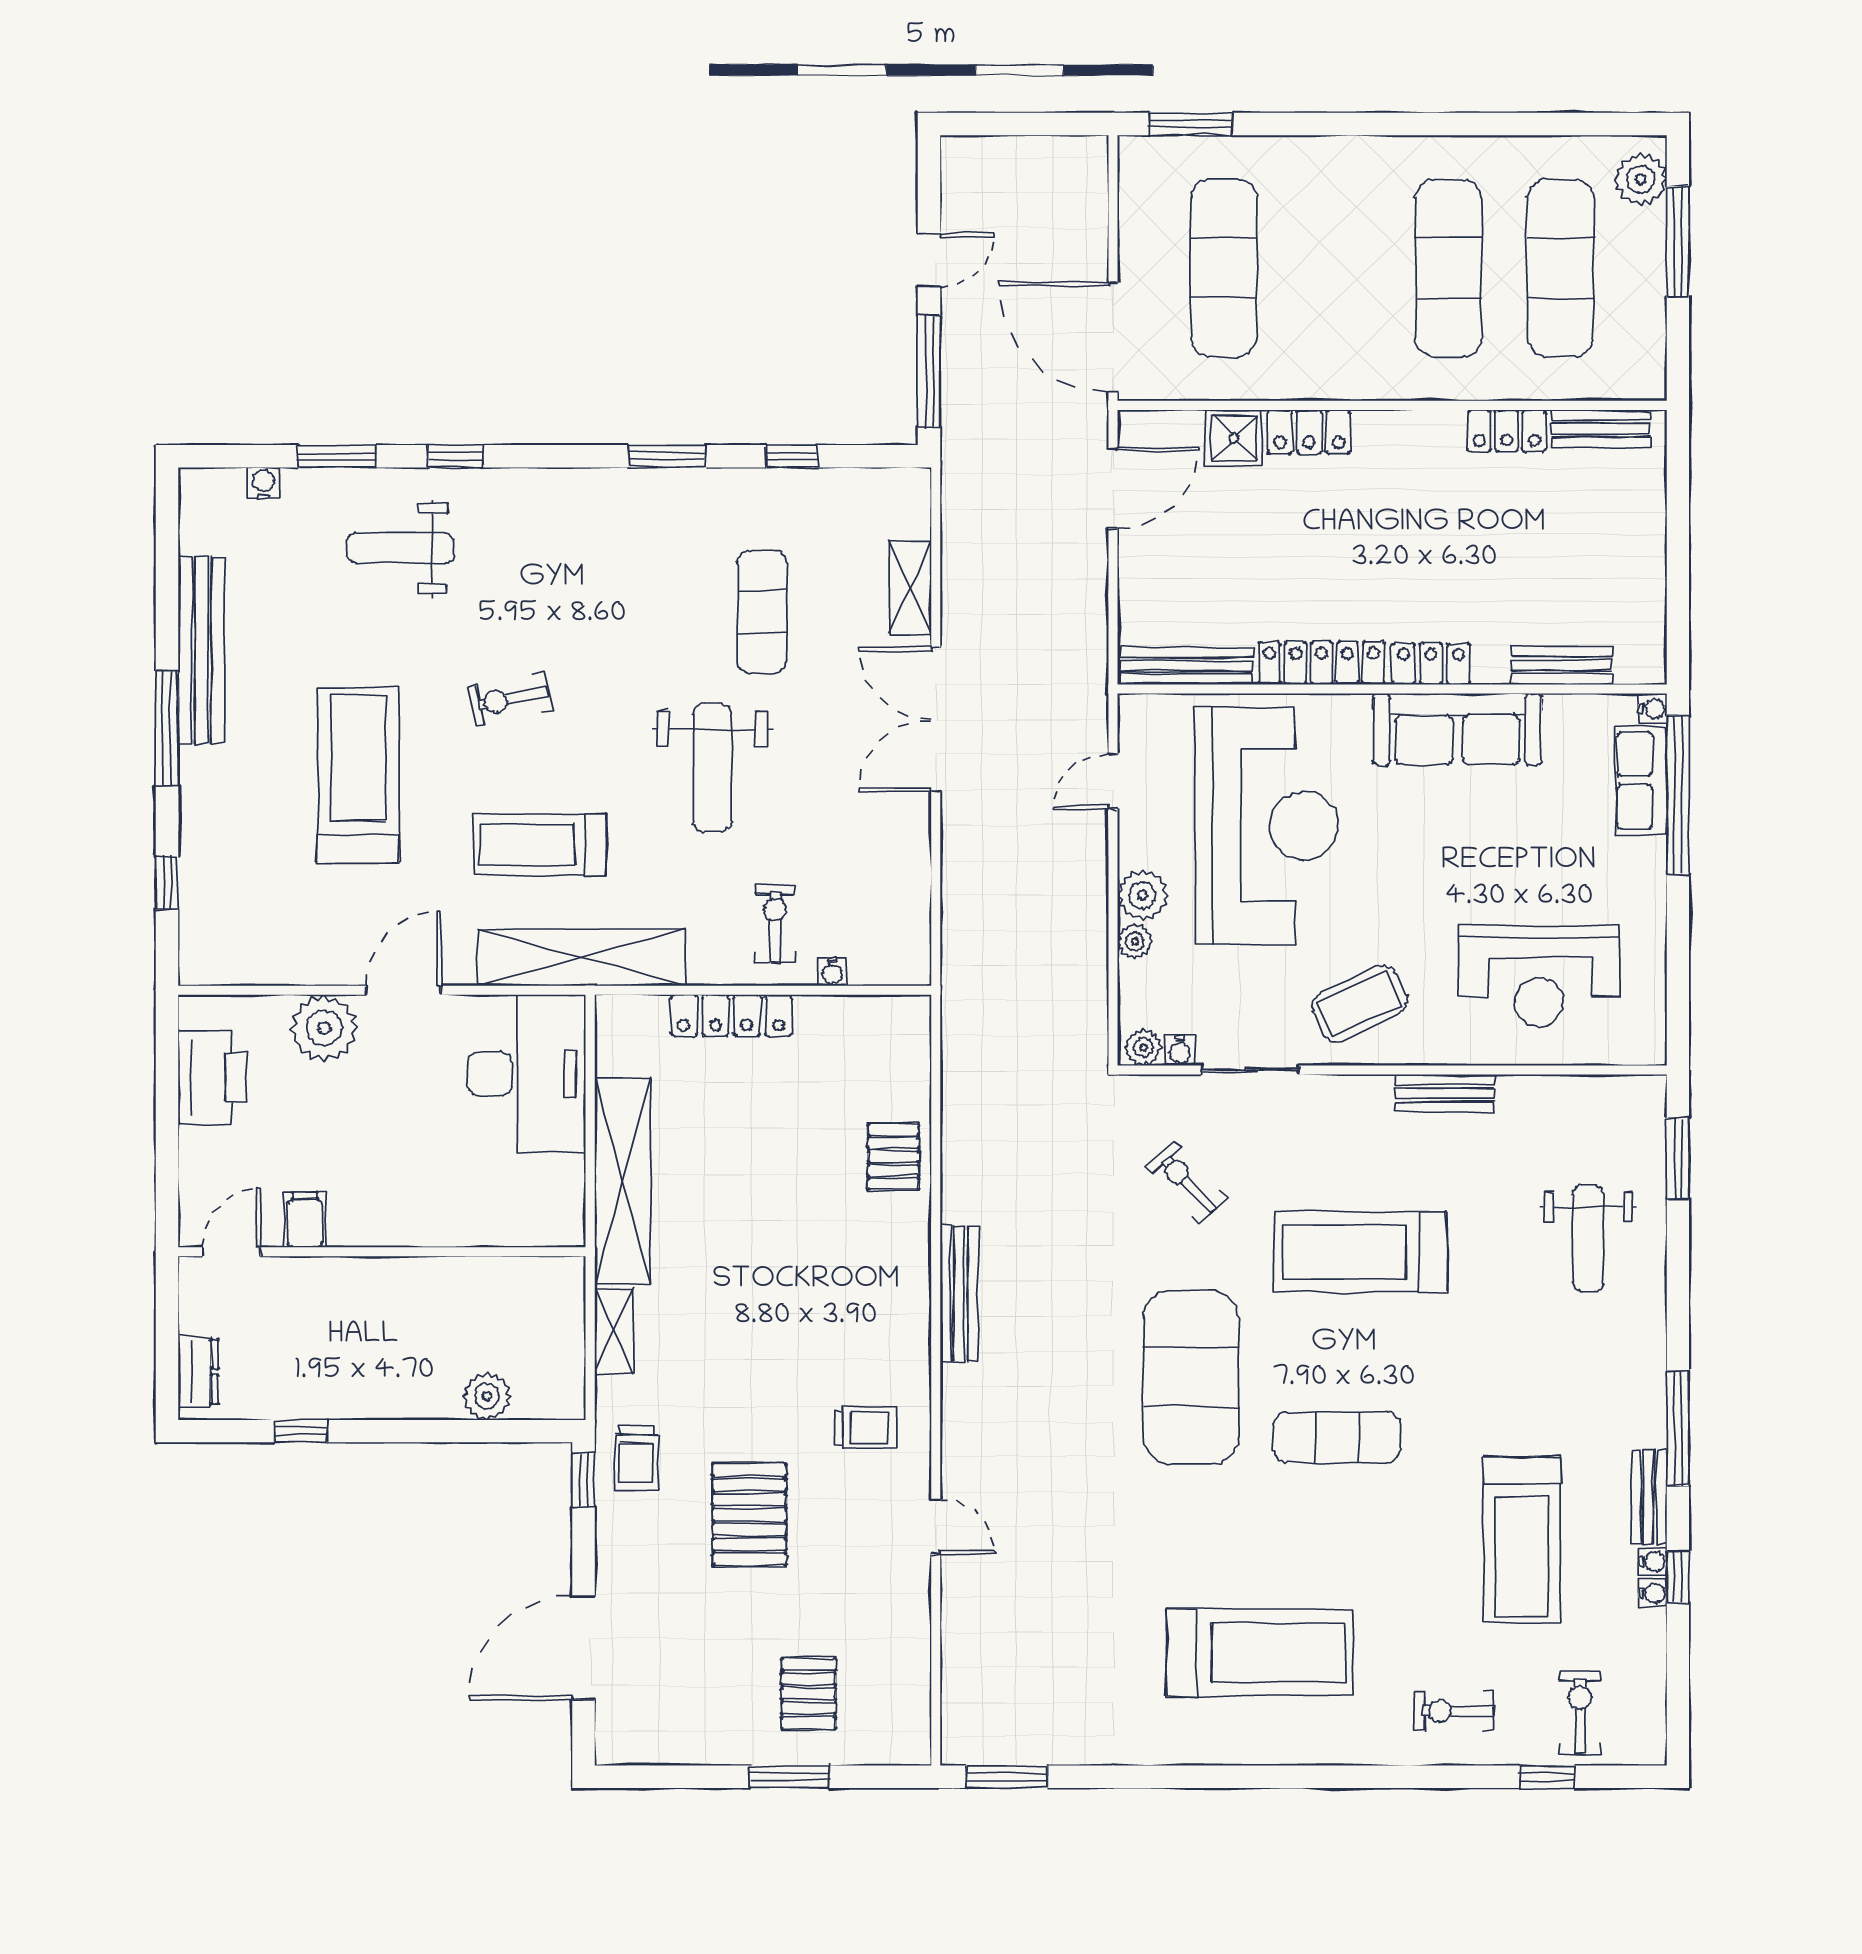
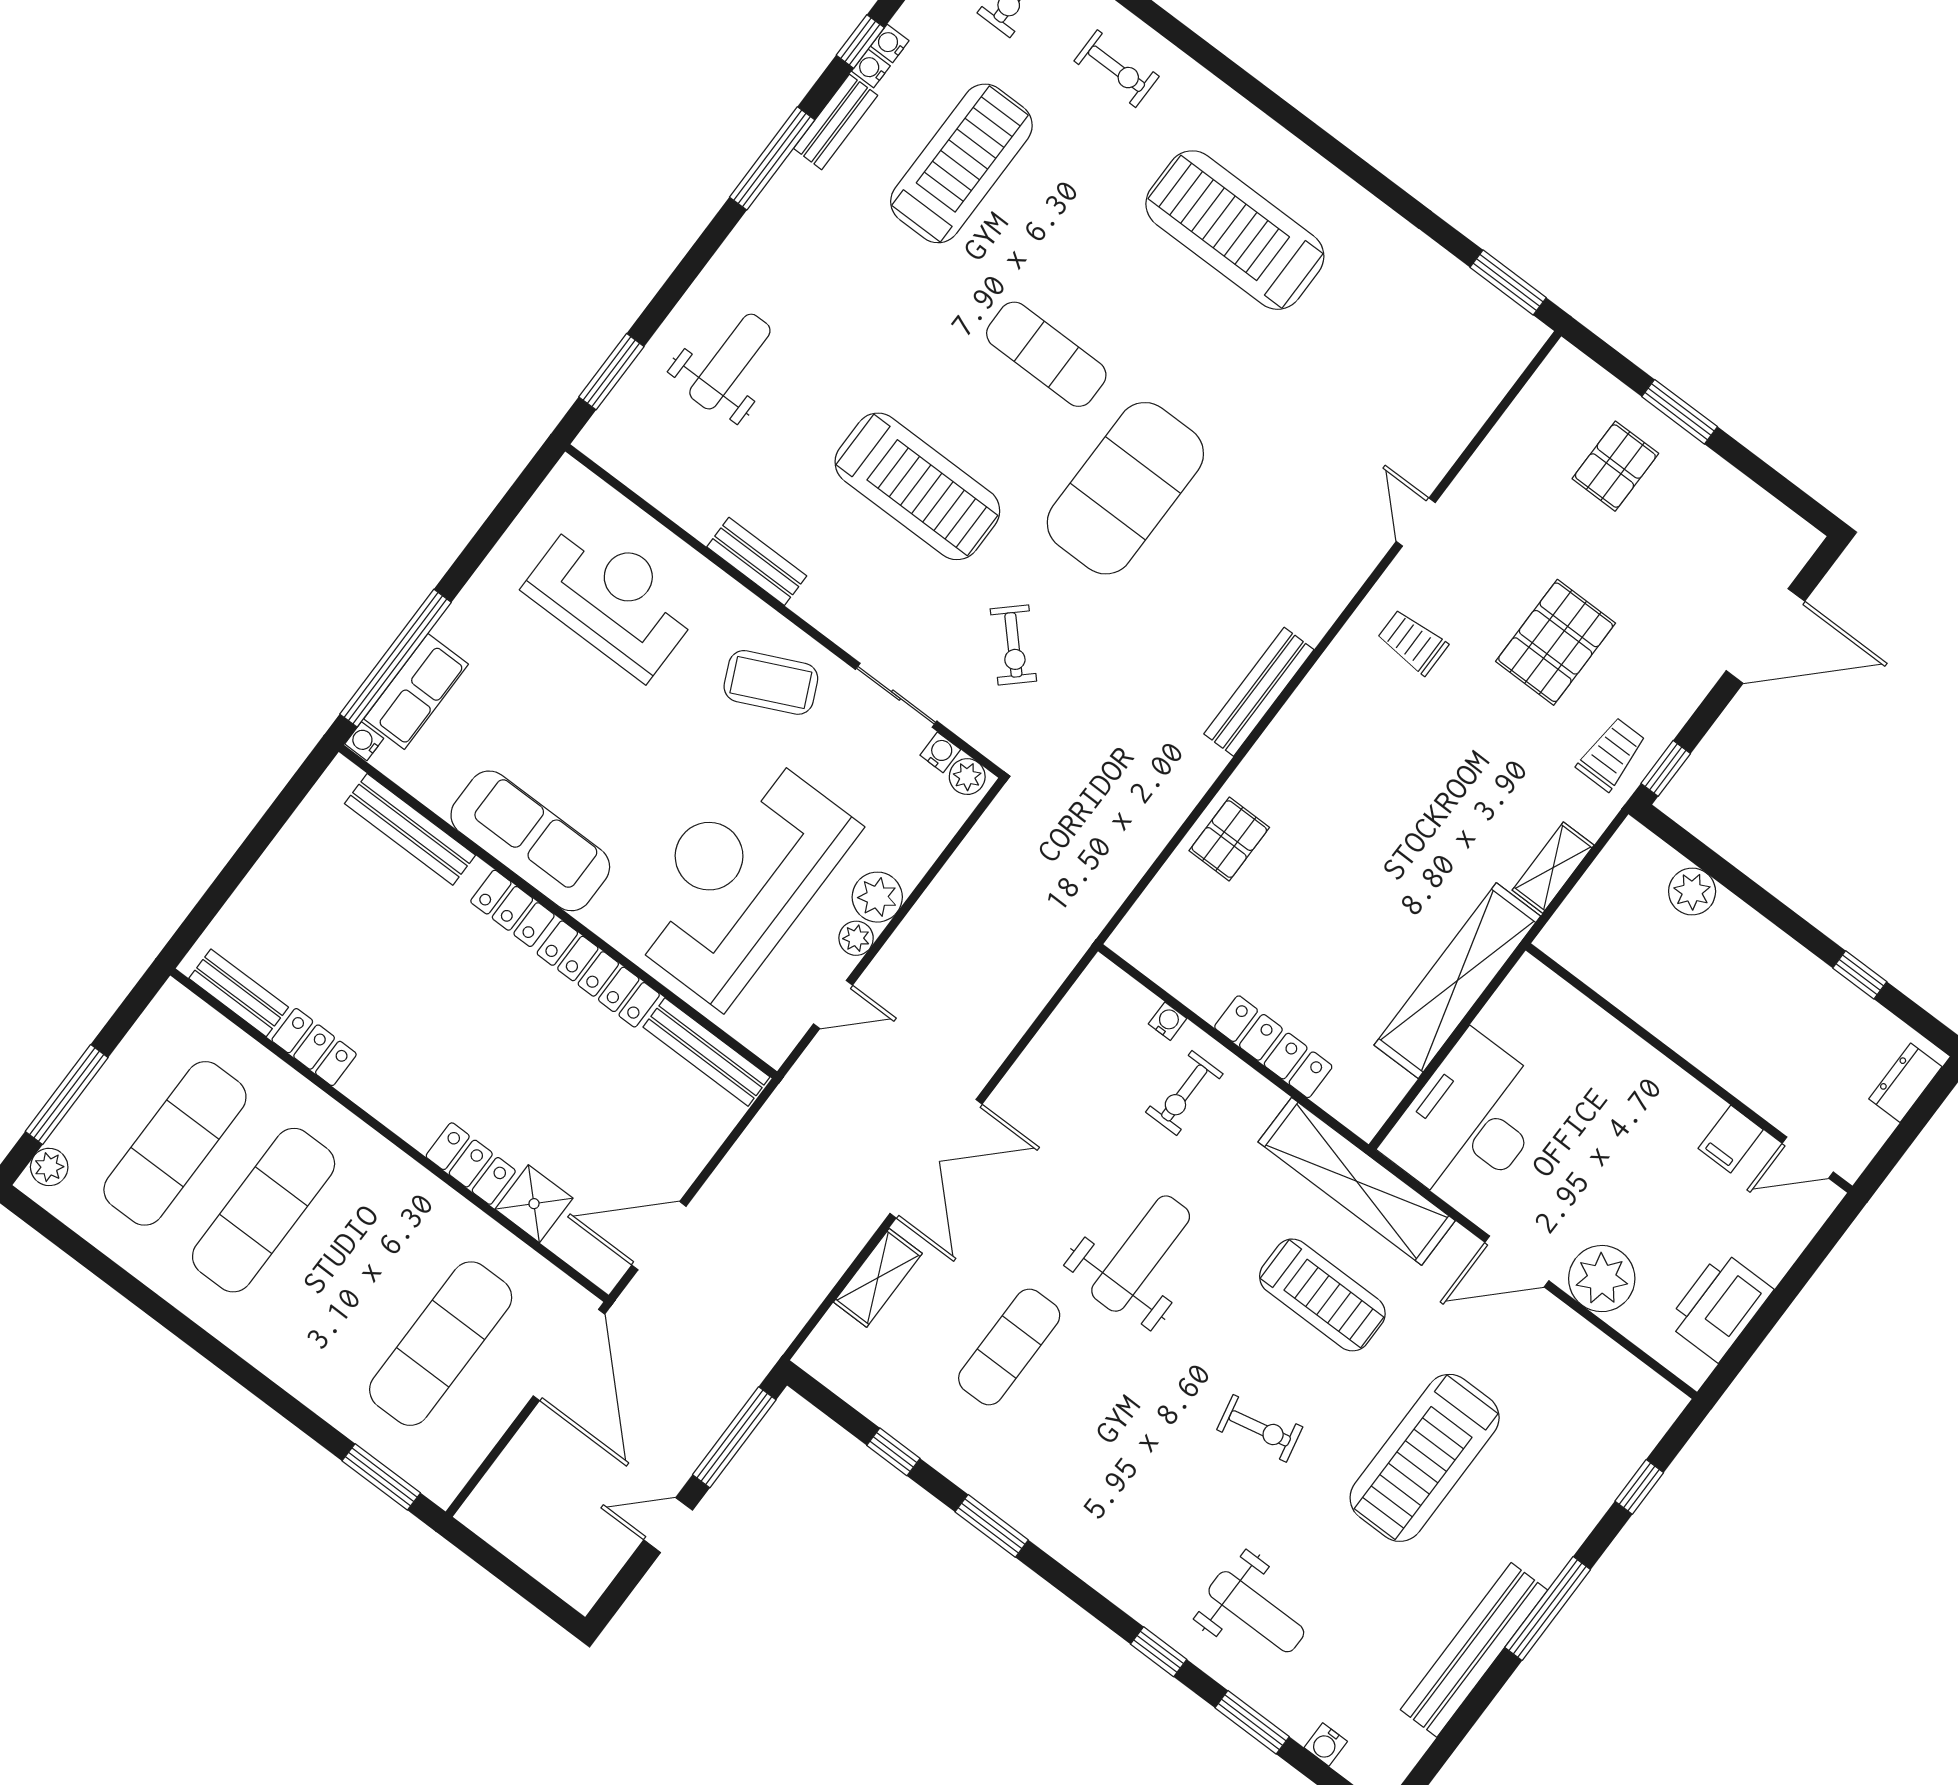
plant: (1641, 179) -> (49, 1167), width x0.73, depth x0.73
bench: (1562, 665) -> (410, 829), width x1.36
plant: (1135, 941) -> (856, 938), moved

